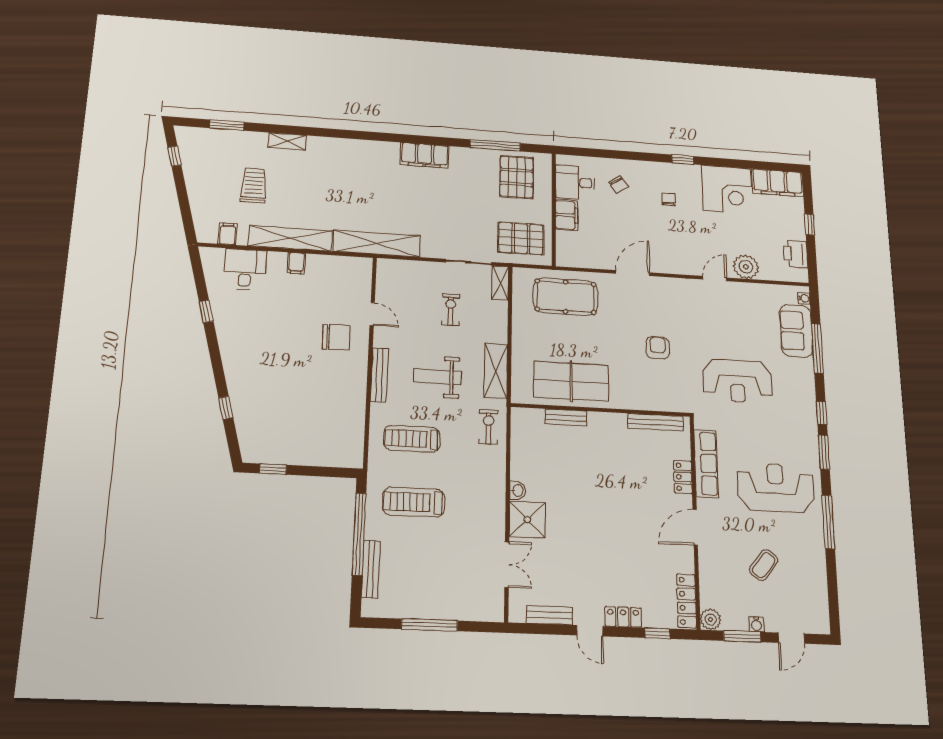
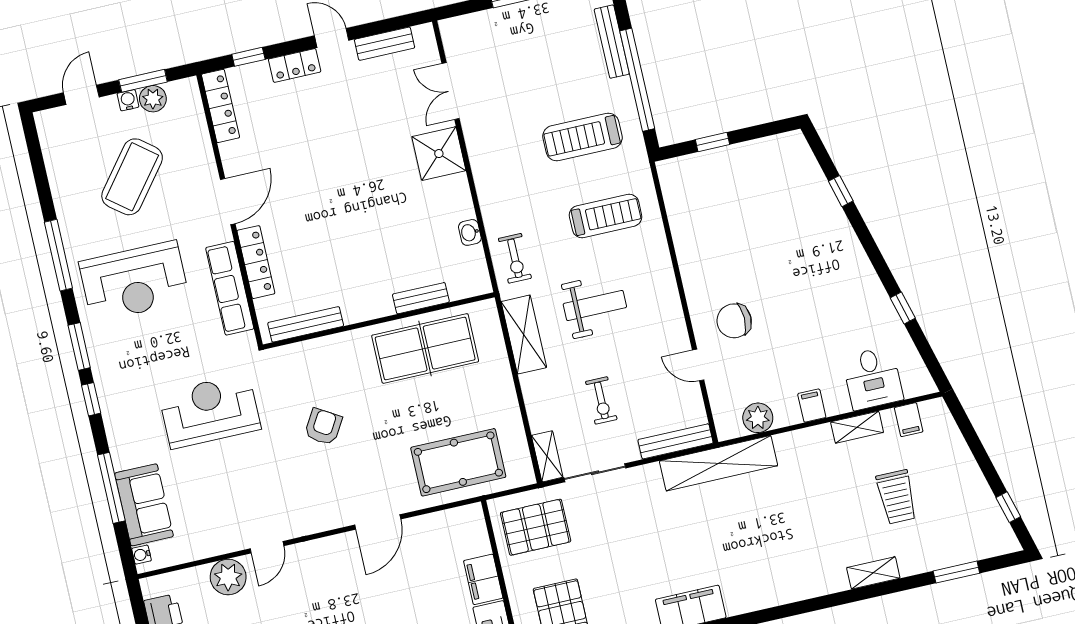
shelving: (290, 238) -> (857, 427), width x0.45, depth x0.75
plant: (339, 266) -> (758, 418), added
armchair: (658, 348) -> (323, 427), turned -149
bench: (379, 375) -> (676, 441), moved, turned 90
window: (273, 469) -> (712, 142), moved
locker: (683, 477) -> (256, 262), width x1.53
washbasin: (517, 490) -> (470, 232), moved
treadmill: (414, 502) -> (583, 137), turned 180
coffee table: (764, 565) -> (132, 177), width x1.86, depth x1.72
plant: (711, 619) -> (153, 99), moved

